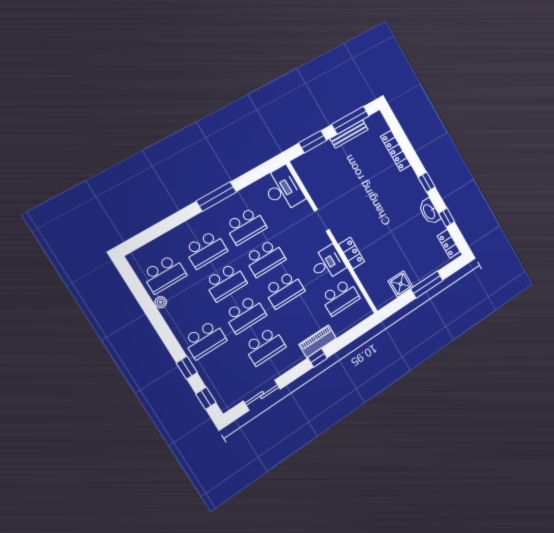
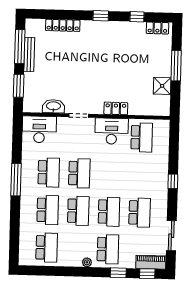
washbasin: (429, 212) -> (53, 106), moved, turned 180
desk: (327, 263) -> (112, 131), width x1.37
school desk: (284, 290) -> (110, 174), removed
plant: (161, 302) -> (87, 262), moved
piano: (318, 341) -> (151, 262), moved, turned 90

